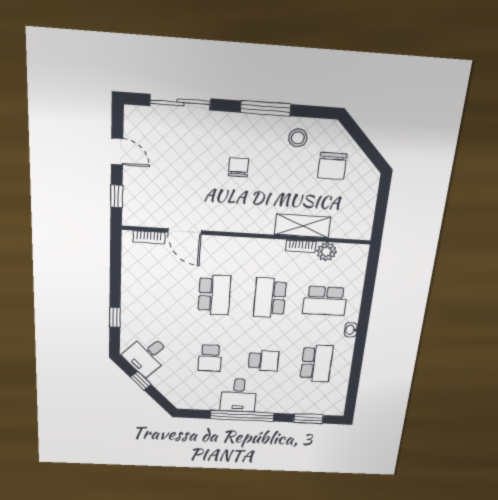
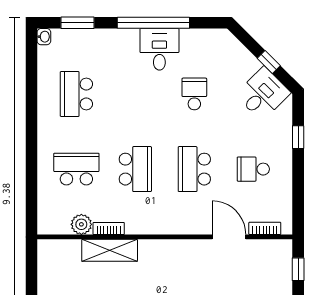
washbasin: (351, 330) -> (44, 37), moved
school desk: (264, 361) -> (253, 169), moved

